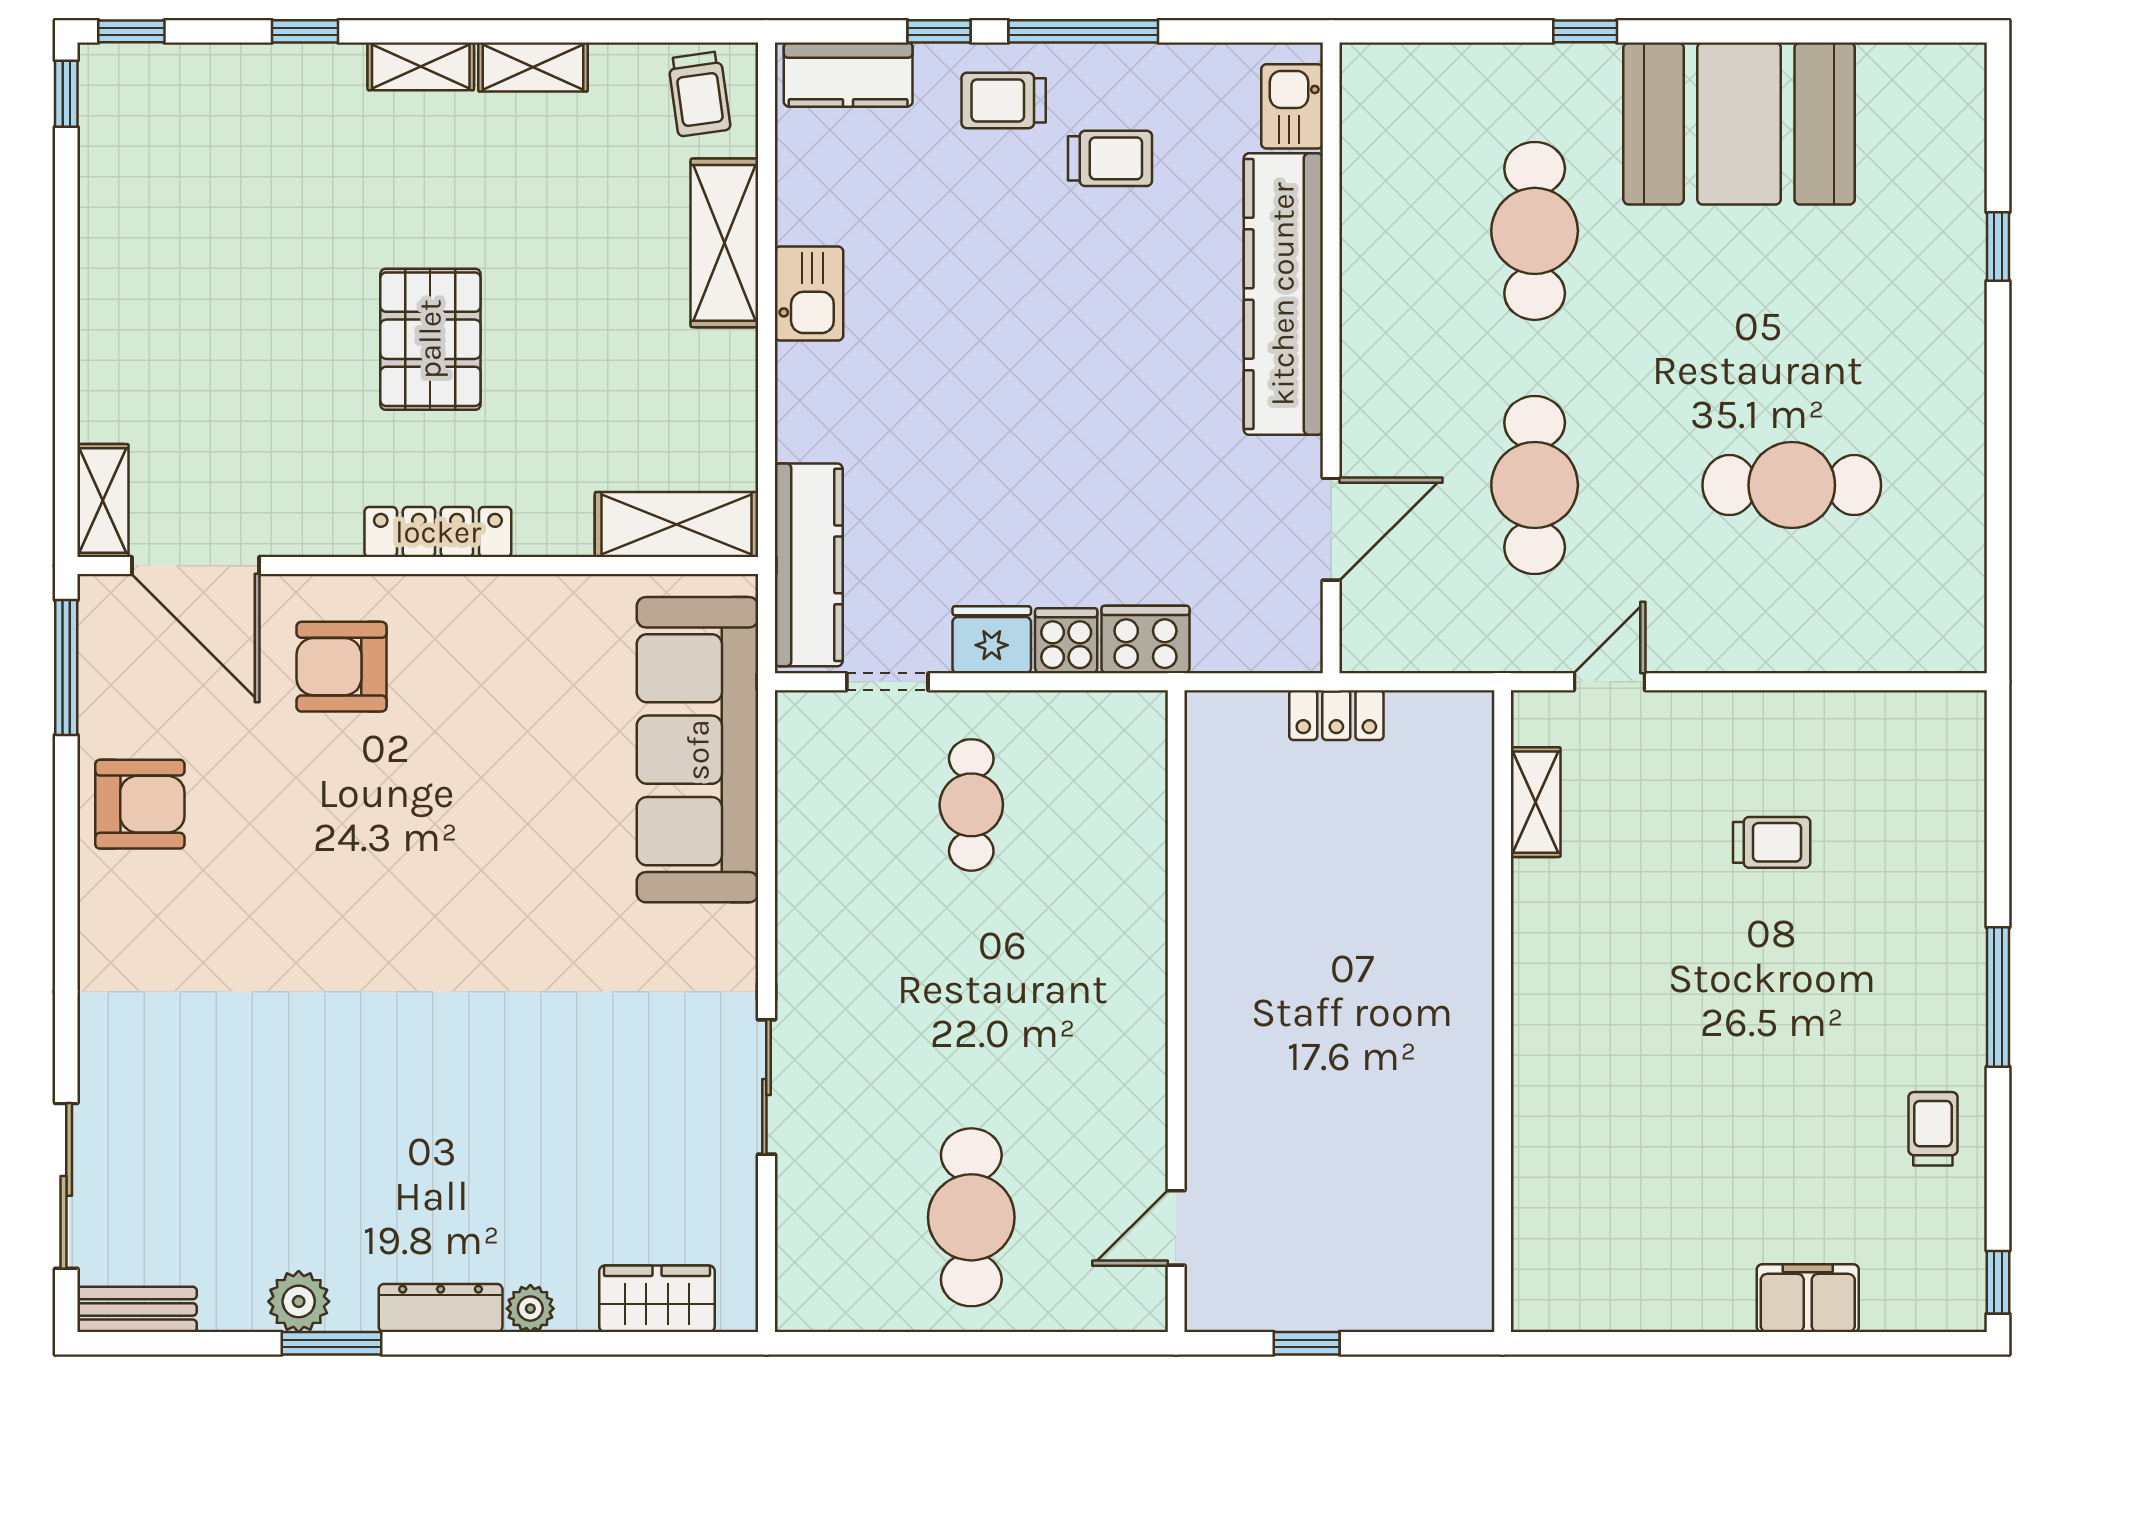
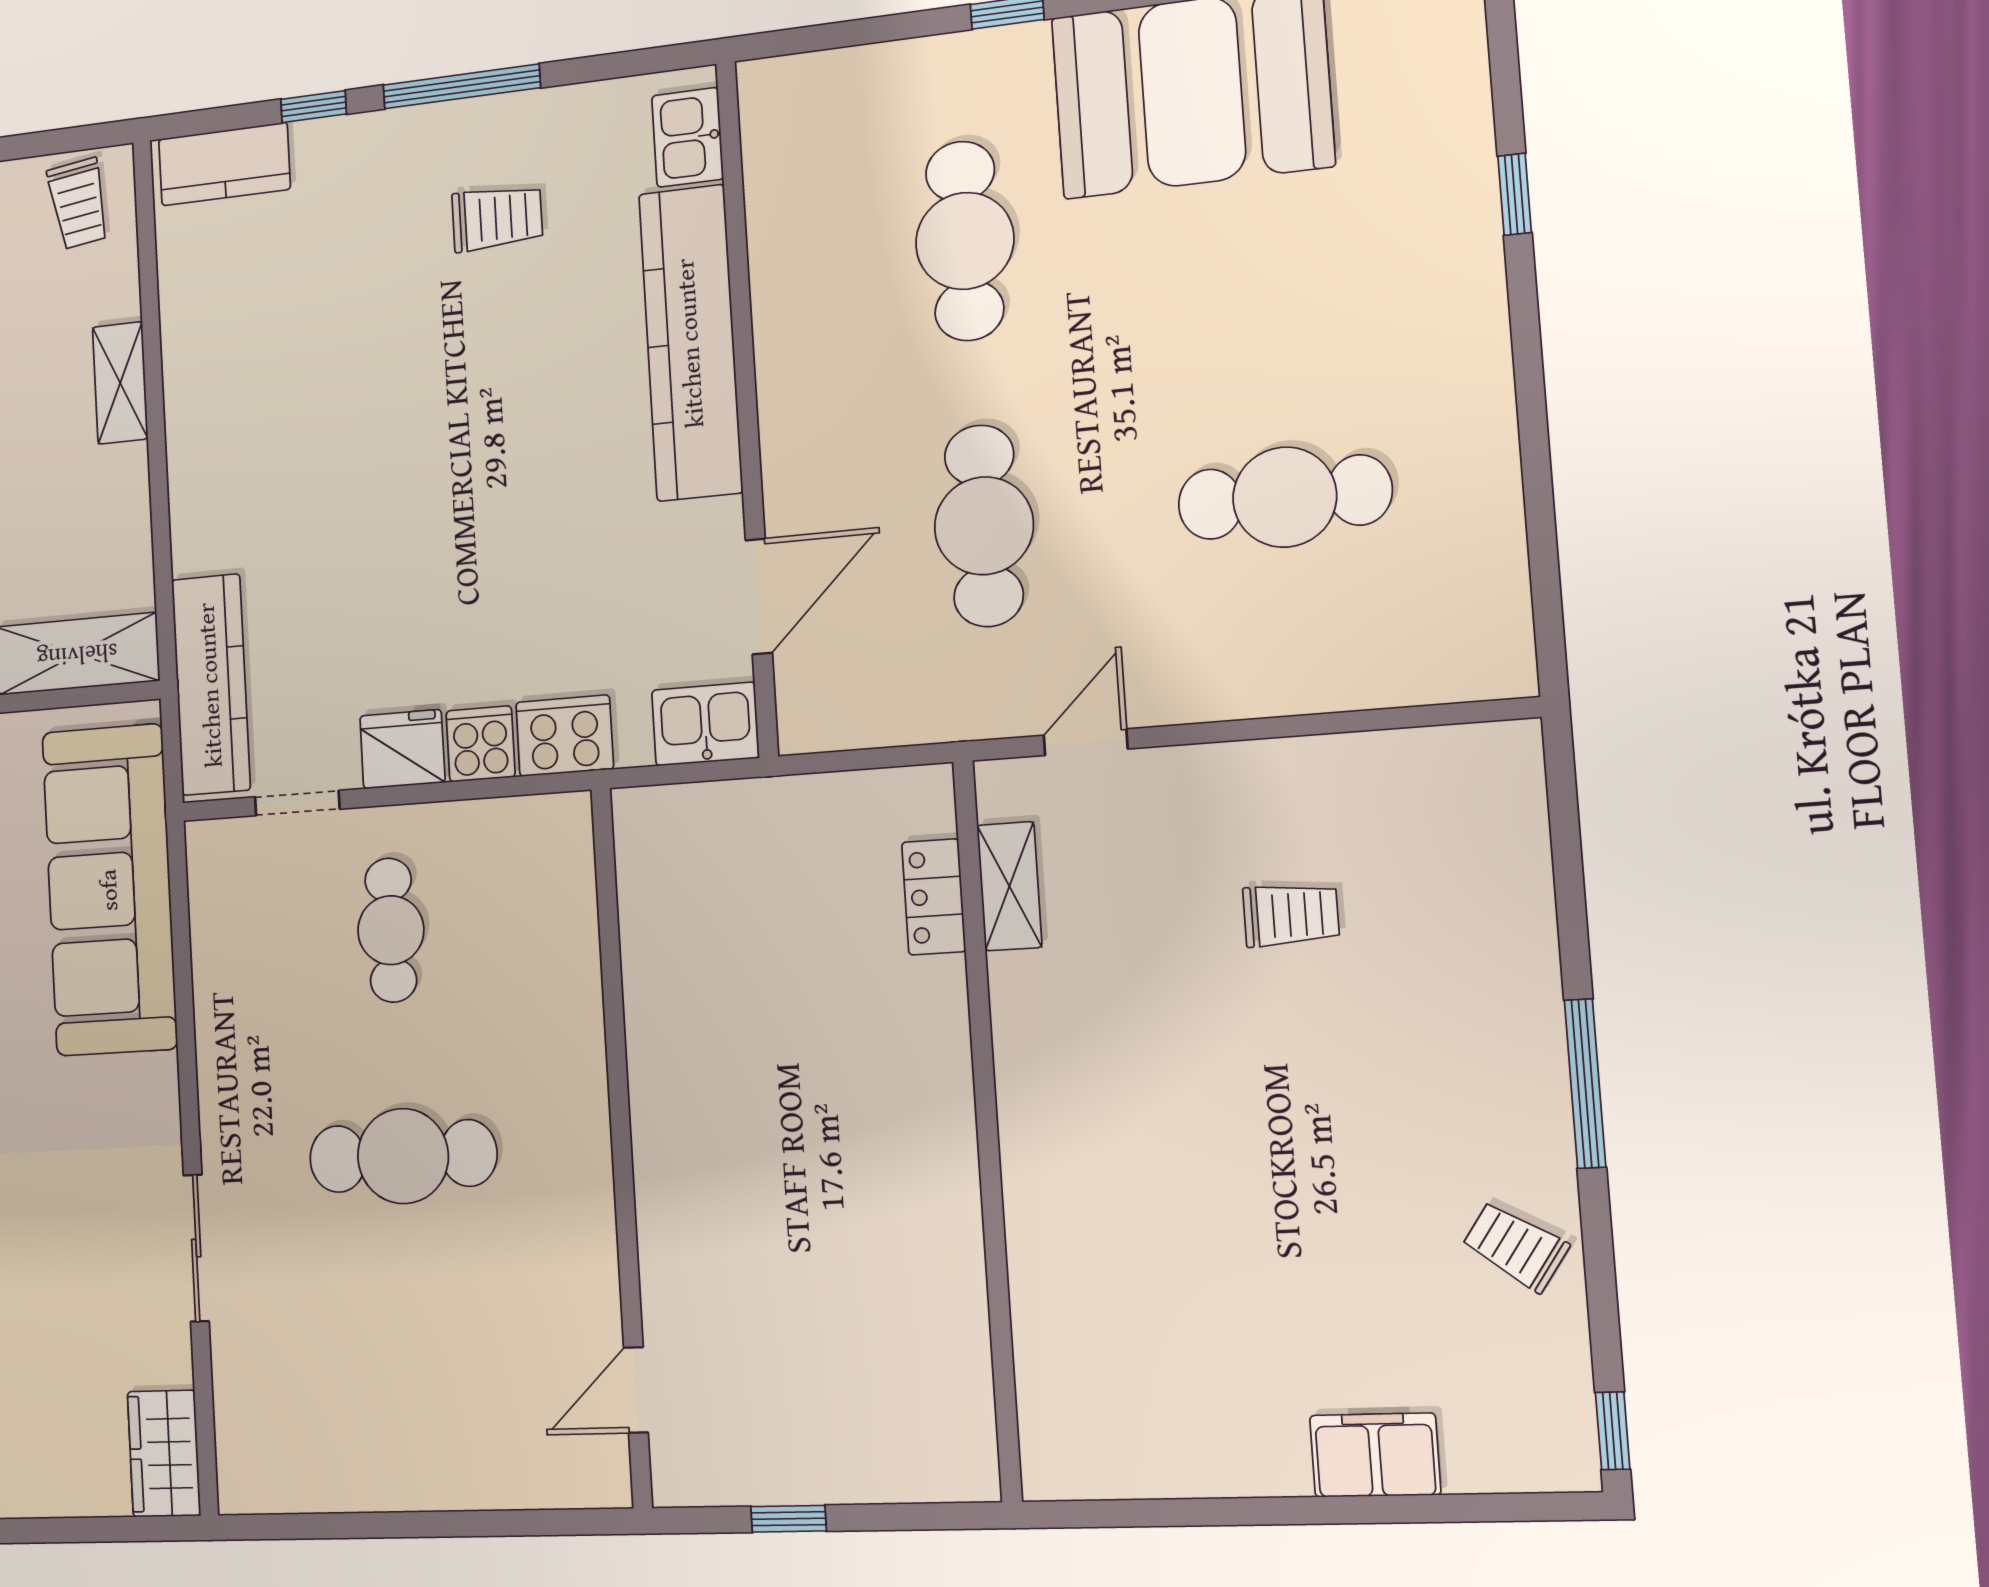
trolley: (1004, 100) -> (383, 171), removed
shelving: (724, 243) -> (120, 383), width x0.67, depth x0.75
kitchen sink: (809, 294) -> (705, 724), moved, turned -90
locker: (1336, 715) -> (934, 897), moved, turned 90
trolley: (1933, 1129) -> (1515, 1246), turned -56
cafe table: (971, 1217) -> (403, 1156), moved, turned 90
wardrobe: (657, 1299) -> (164, 1454), moved, turned -90

